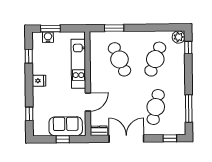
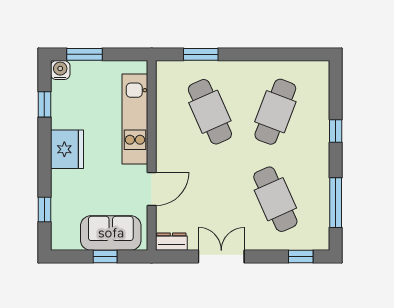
water cooler: (48, 37) -> (60, 70), moved
plant: (179, 37) -> (318, 72), removed
window: (188, 48) -> (336, 131), moved
fridge: (39, 81) -> (67, 149), width x1.88, depth x1.34
cafe table: (156, 107) -> (275, 199), turned -36
double door: (126, 139) -> (221, 257), width x0.73

